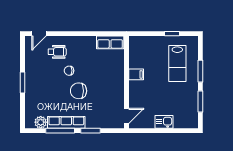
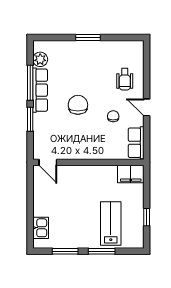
door: (39, 34) -> (147, 107), moved
lab bench: (177, 63) -> (111, 223), turned 90
chair: (69, 71) -> (113, 116), moved
filing cabinet: (136, 74) -> (131, 174), moved, width x2.00
kitchen sink: (164, 122) -> (41, 228), moved

